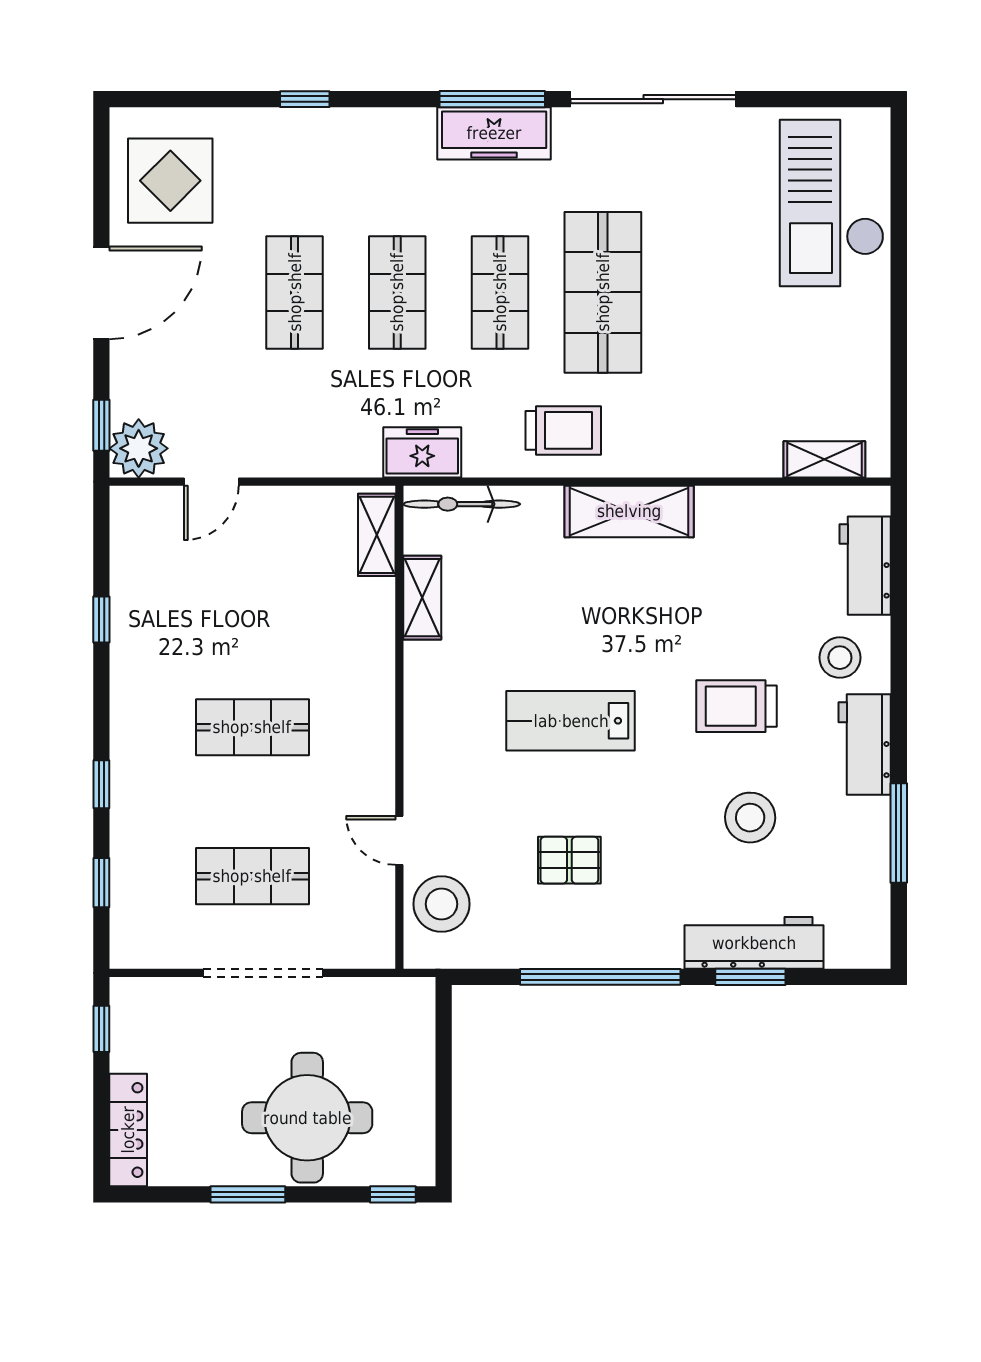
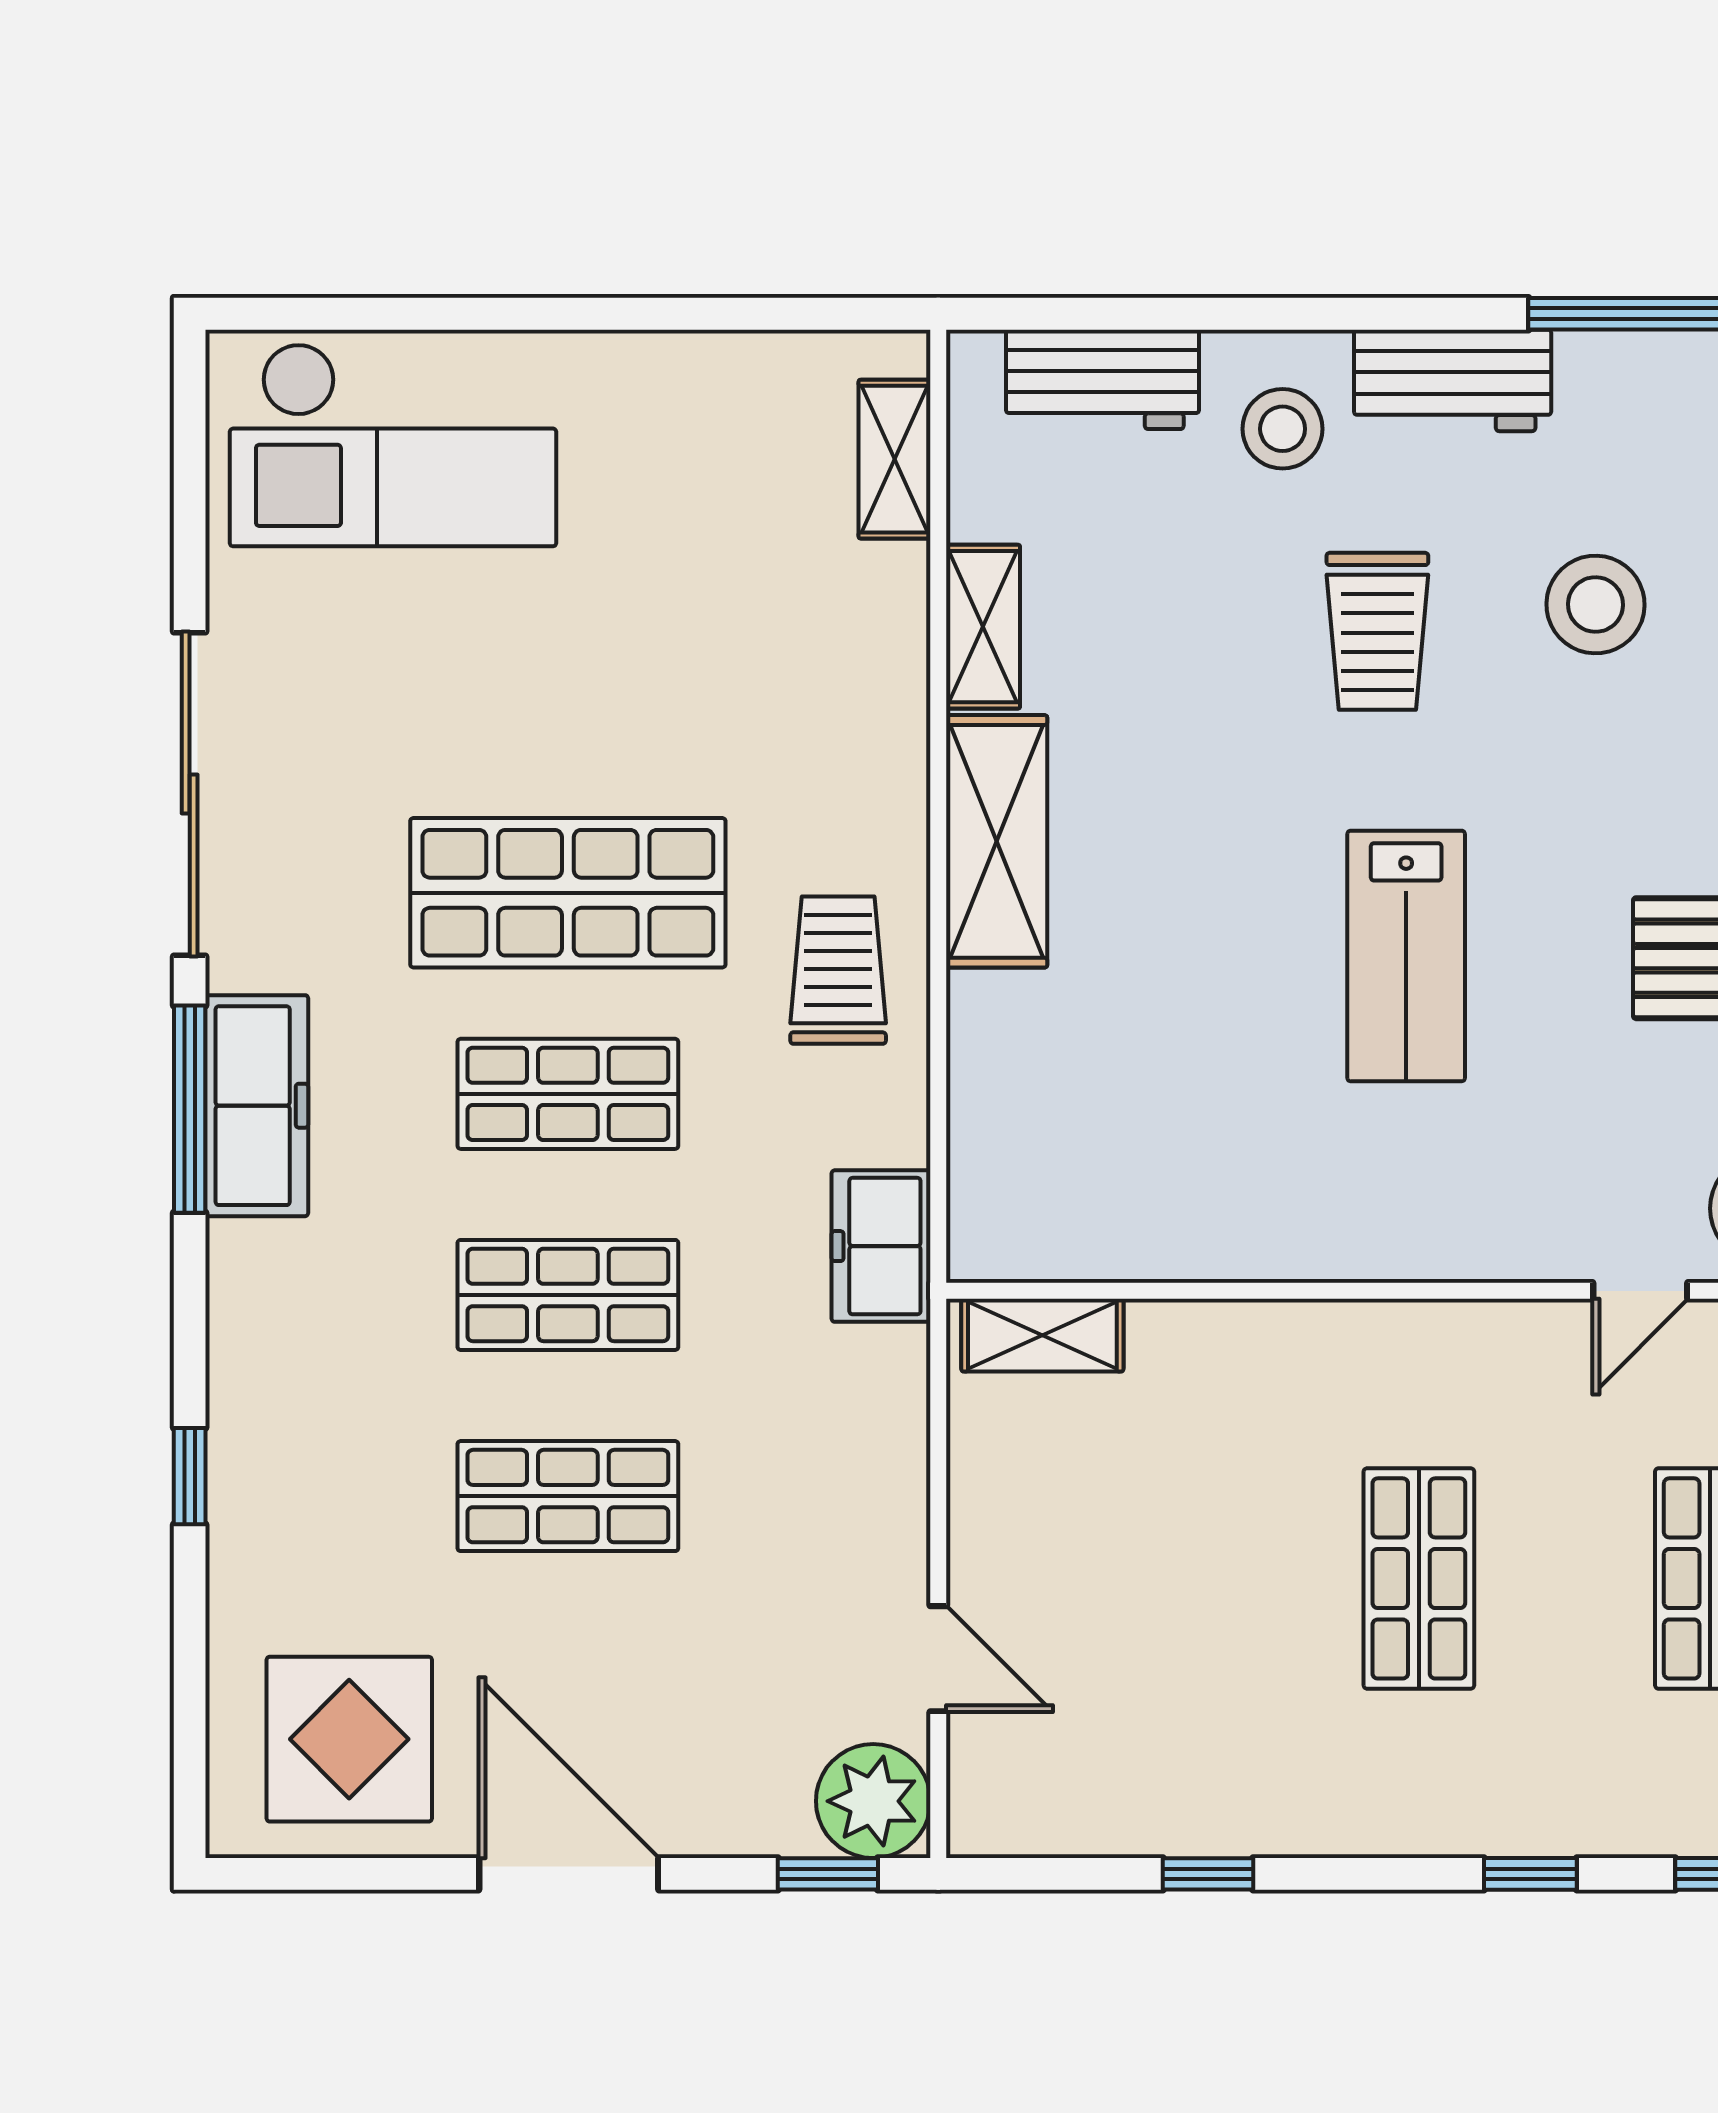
bicycle: (462, 504) -> (982, 1169), removed
shelving: (422, 598) -> (983, 627), moved, turned 90

